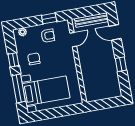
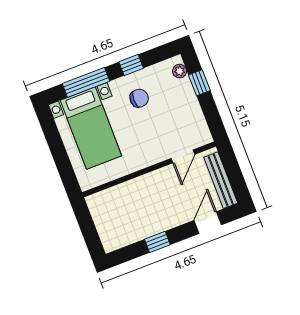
window: (49, 18) -> (199, 83), moved
armchair: (48, 36) -> (181, 114), removed
door: (73, 40) -> (183, 156), hinge flipped

